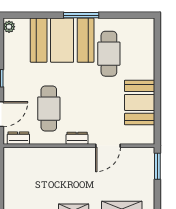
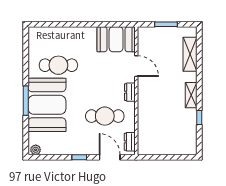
window: (81, 15) -> (26, 101), moved
booth: (140, 102) -> (116, 39), moved
window: (157, 166) -> (166, 24), moved

